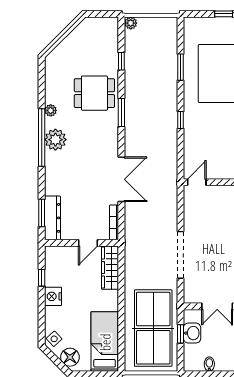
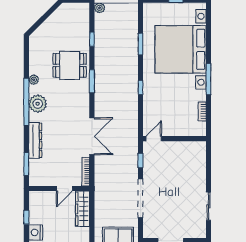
window: (181, 209) -> (140, 161), added
dresser: (52, 218) -> (35, 140), moved

